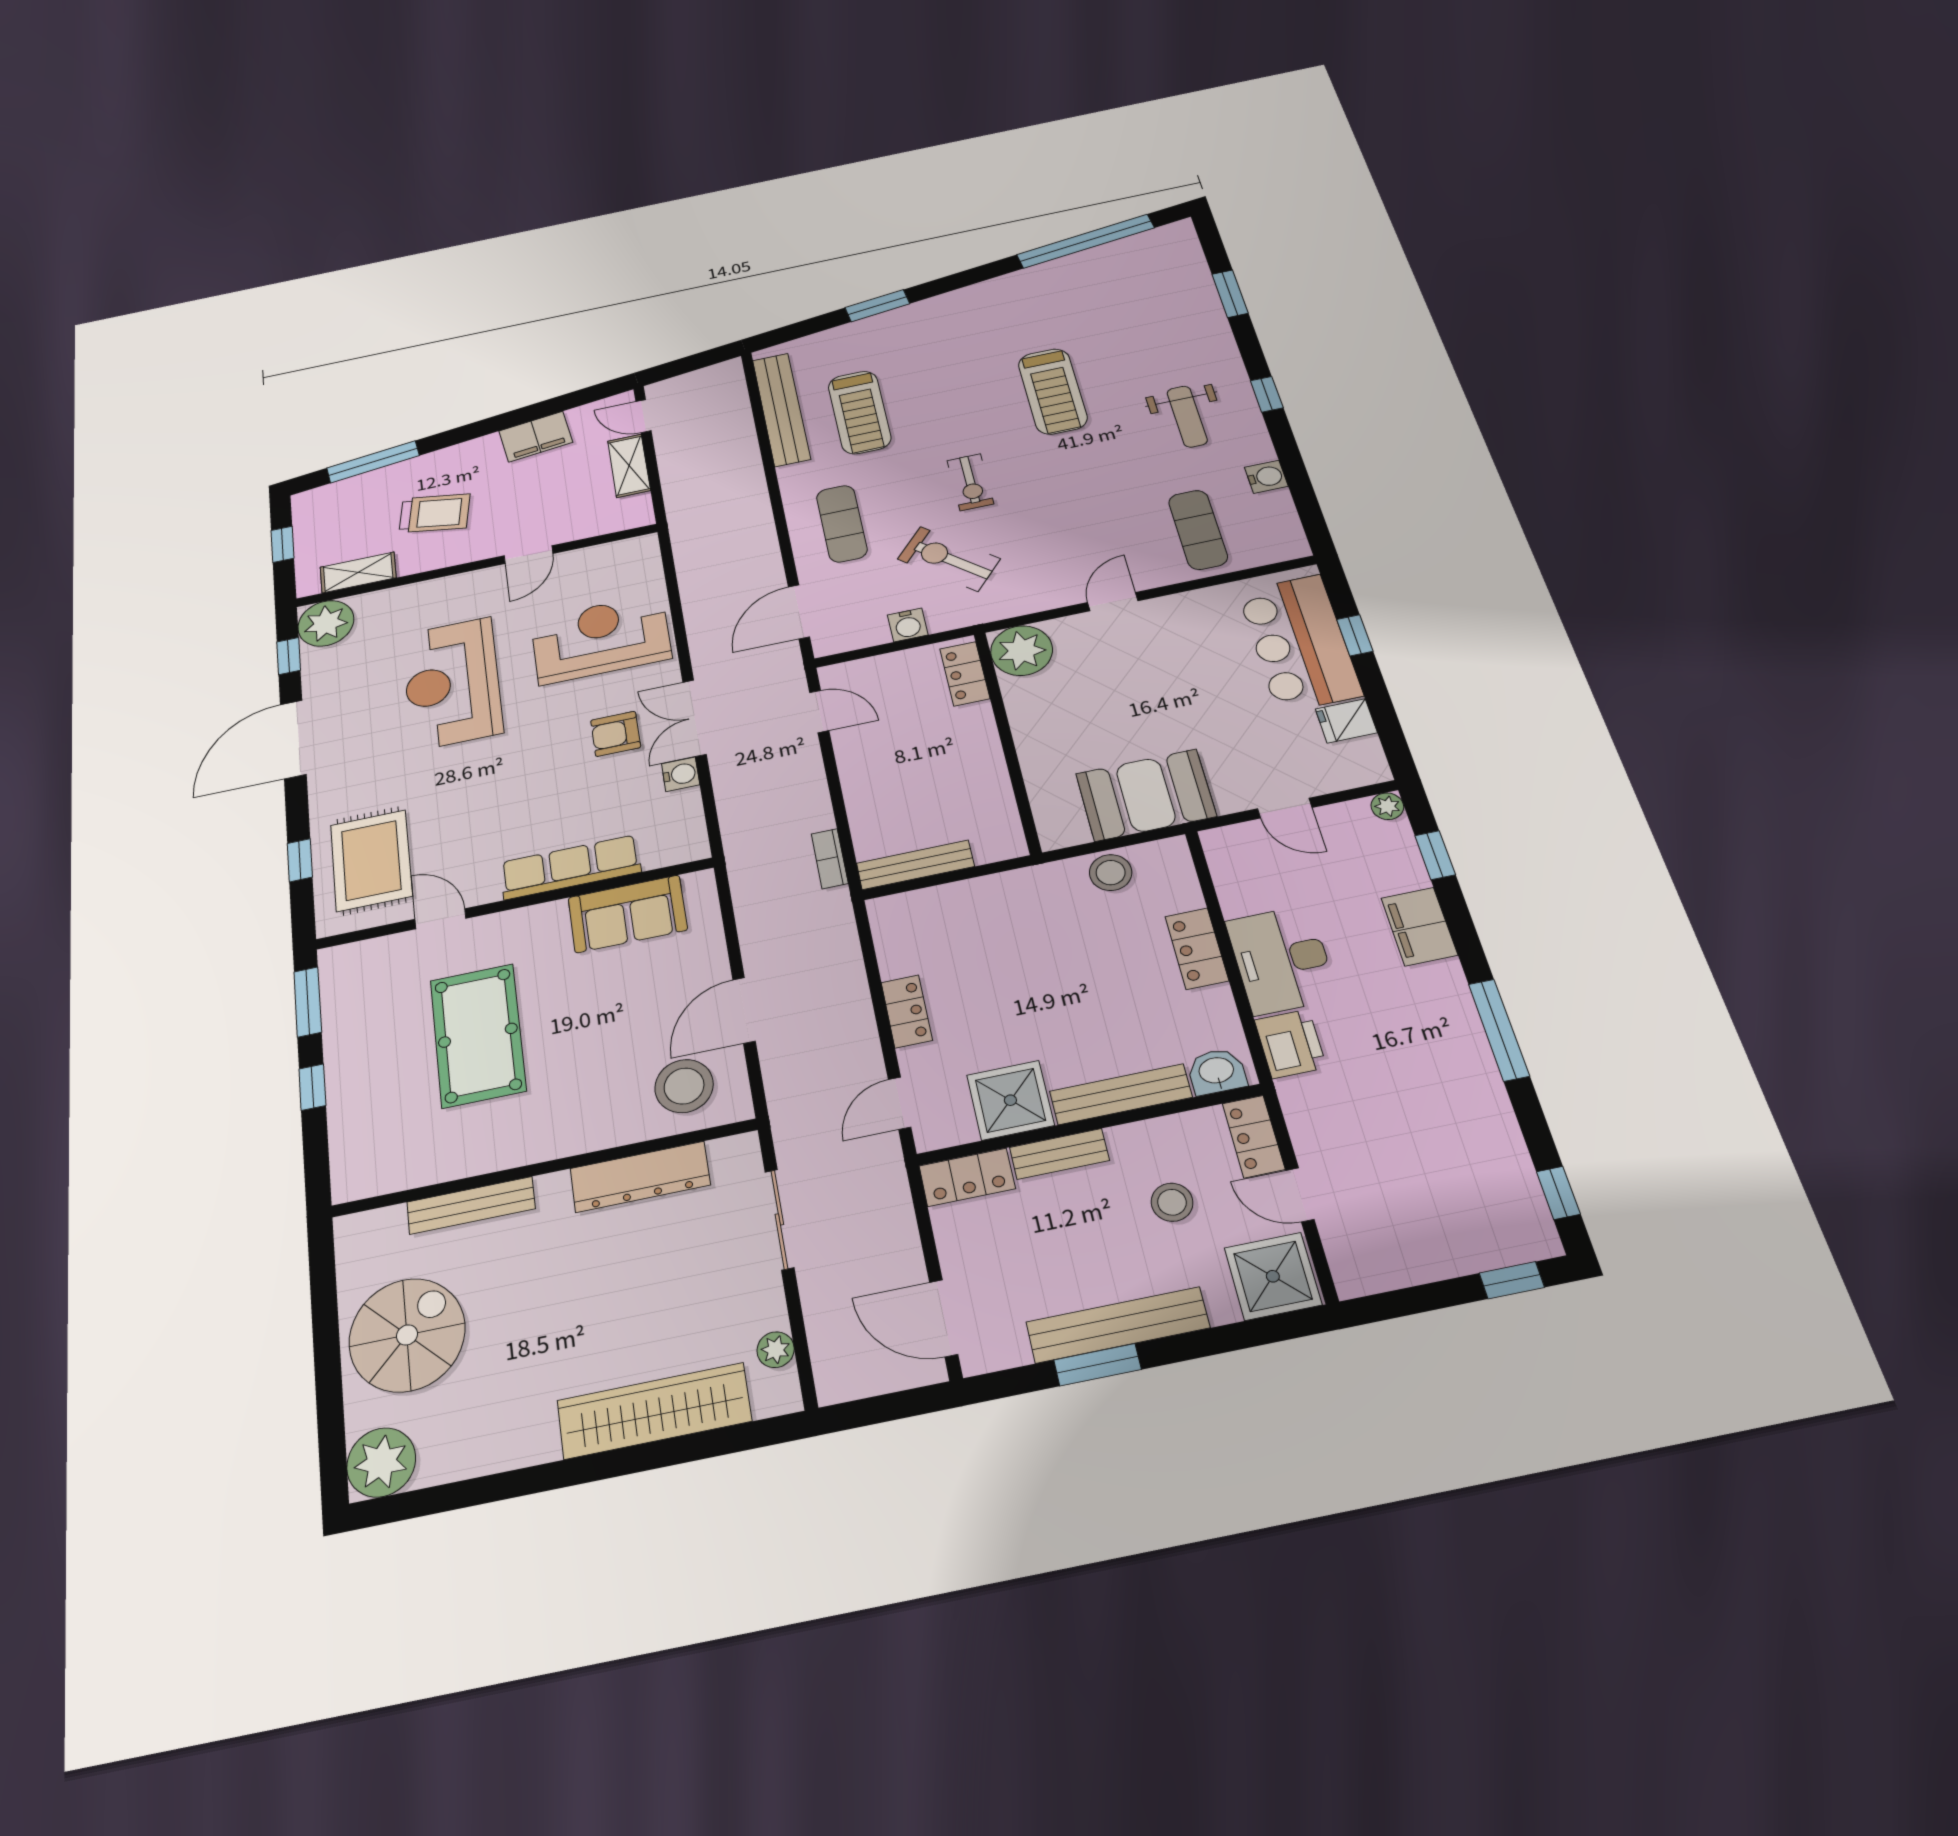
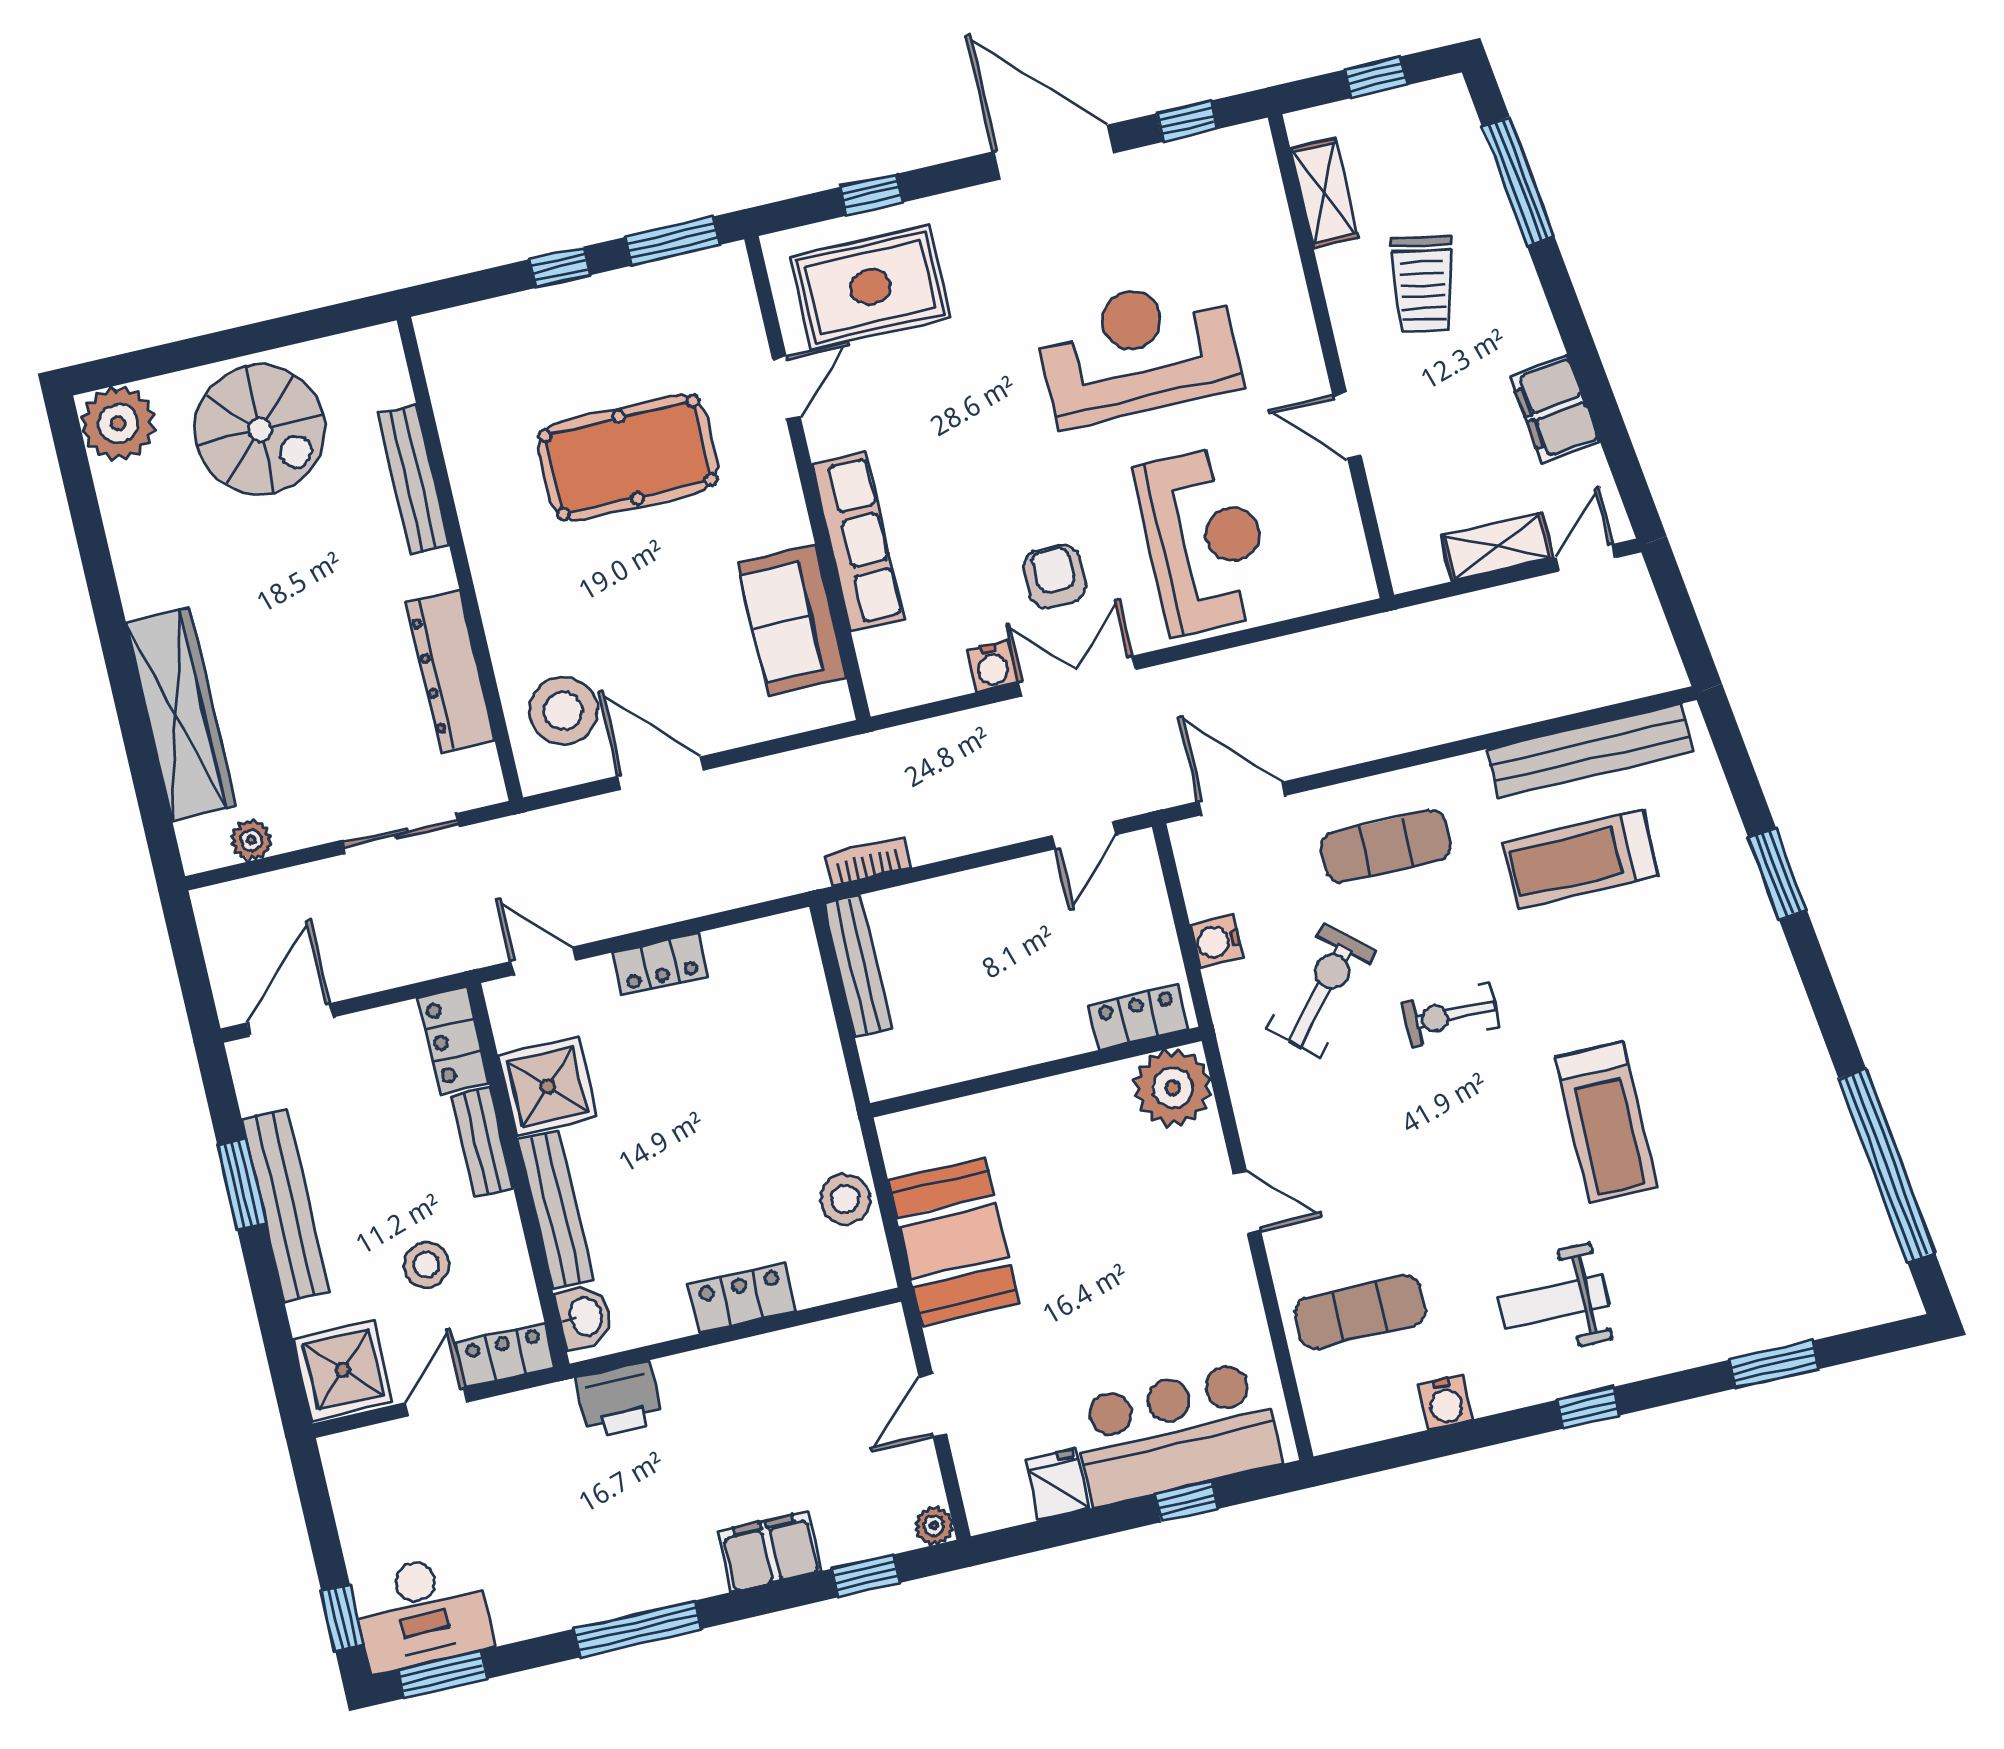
treadmill: (1053, 391) -> (1606, 1122), turned -90
plant: (326, 623) -> (1240, 163), removed
desk: (1282, 960) -> (422, 1612), moved, turned 180
window: (1558, 1193) -> (442, 1674), width x1.50

